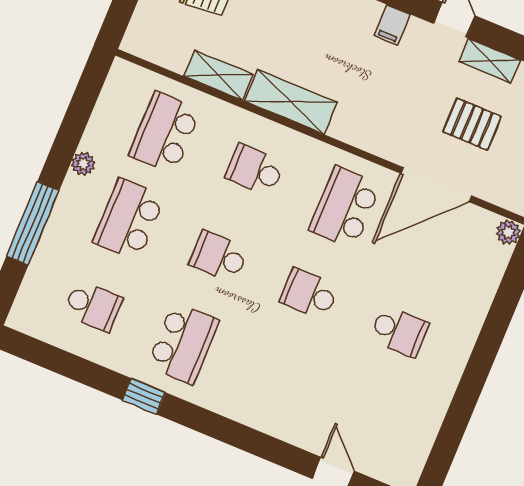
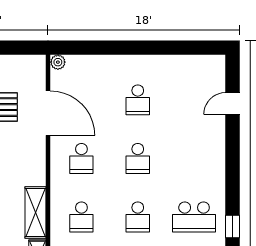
school desk: (345, 207) -> (81, 158), width x0.54
school desk: (399, 331) -> (138, 100), turned 180
school desk: (183, 343) -> (194, 217), turned 180

